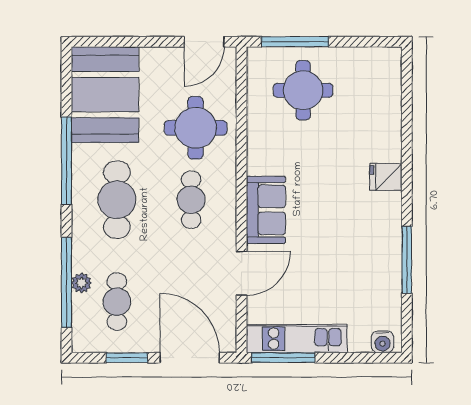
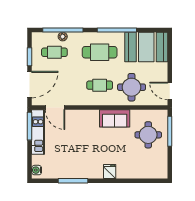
sofa: (266, 210) -> (115, 118), moved
door: (241, 273) -> (55, 108), moved

